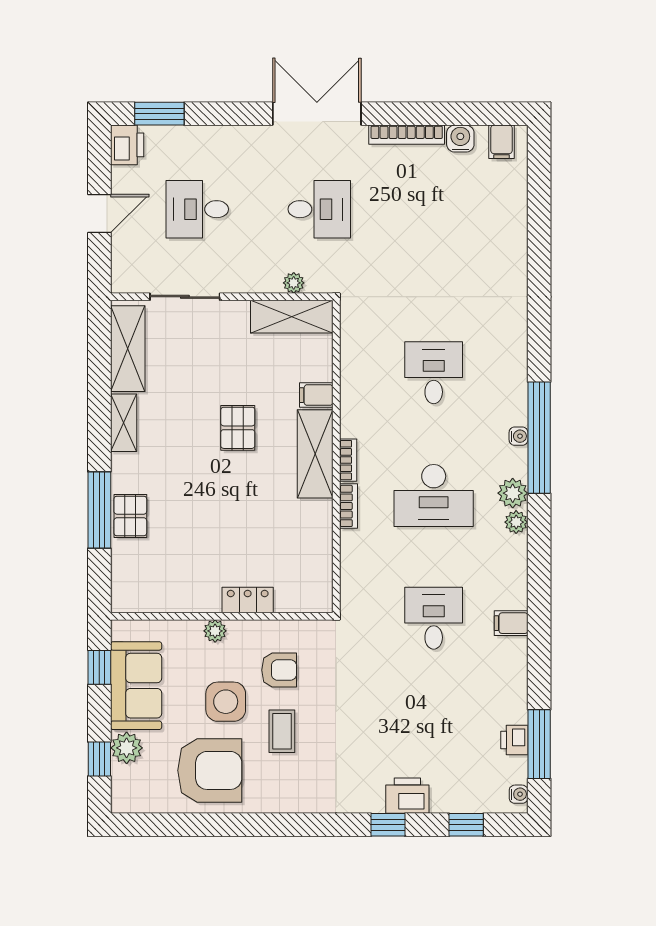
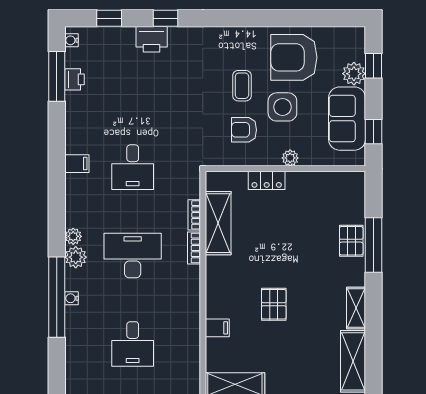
shelving: (315, 454) -> (218, 223), moved
bookcase: (348, 460) -> (194, 215), moved

